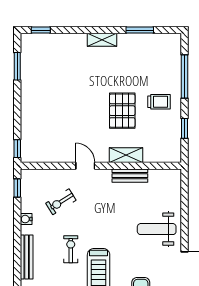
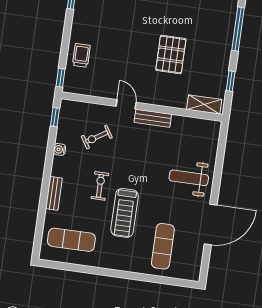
trolley: (159, 102) -> (81, 55), moved, turned -90
shelving: (126, 155) -> (204, 104), moved
bench: (130, 176) -> (153, 118), moved
bench: (27, 257) -> (54, 193), width x0.73

